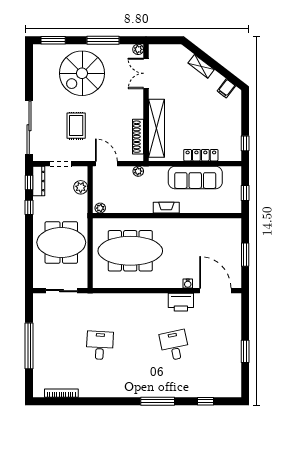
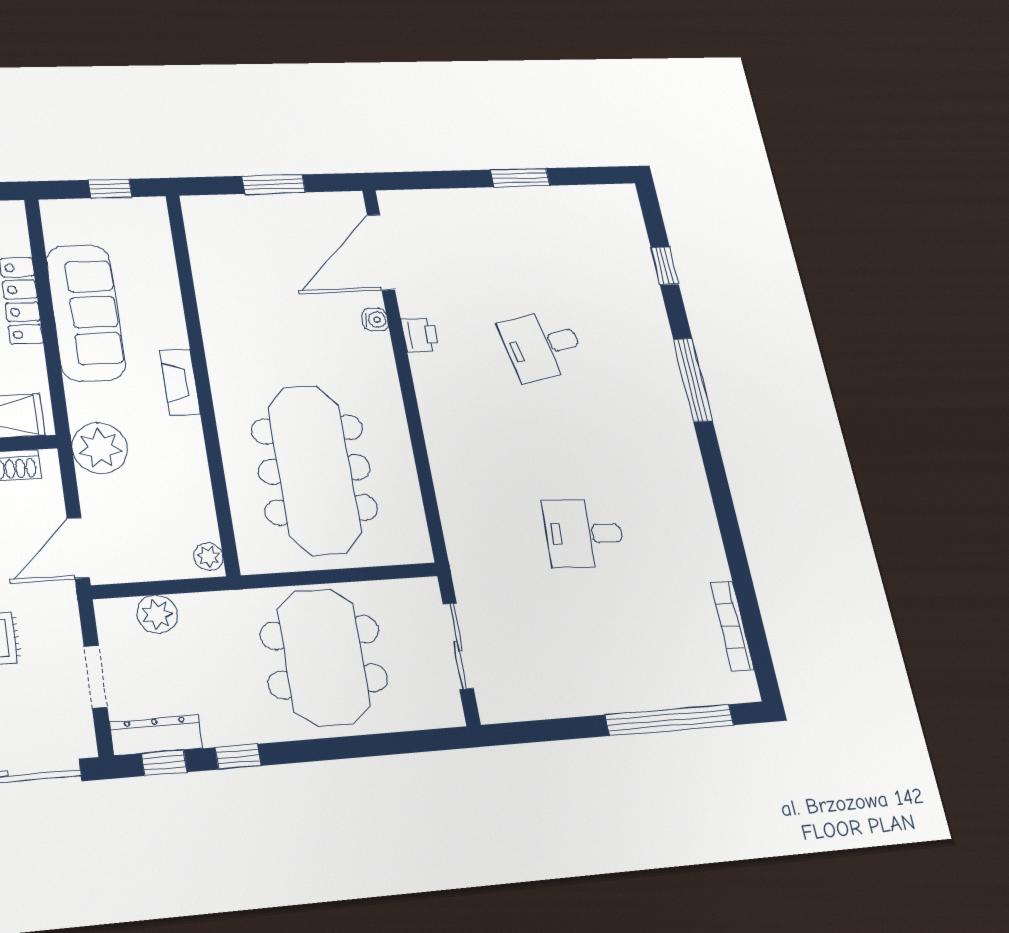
plant: (138, 171) -> (100, 448), width x1.88, depth x1.88
printer: (181, 302) -> (420, 335), width x0.53, depth x0.68
window: (29, 346) -> (670, 720), moved

